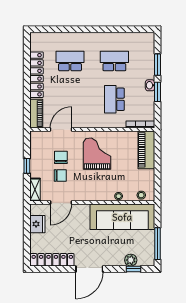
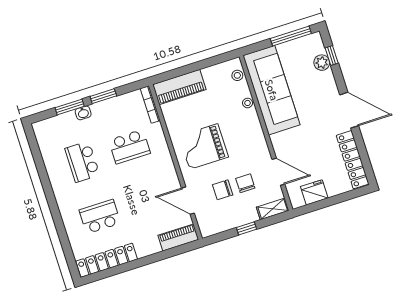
school desk: (70, 61) -> (100, 217), turned 90
locker: (36, 75) -> (107, 260), moved
washbasin: (150, 85) -> (83, 113), moved

